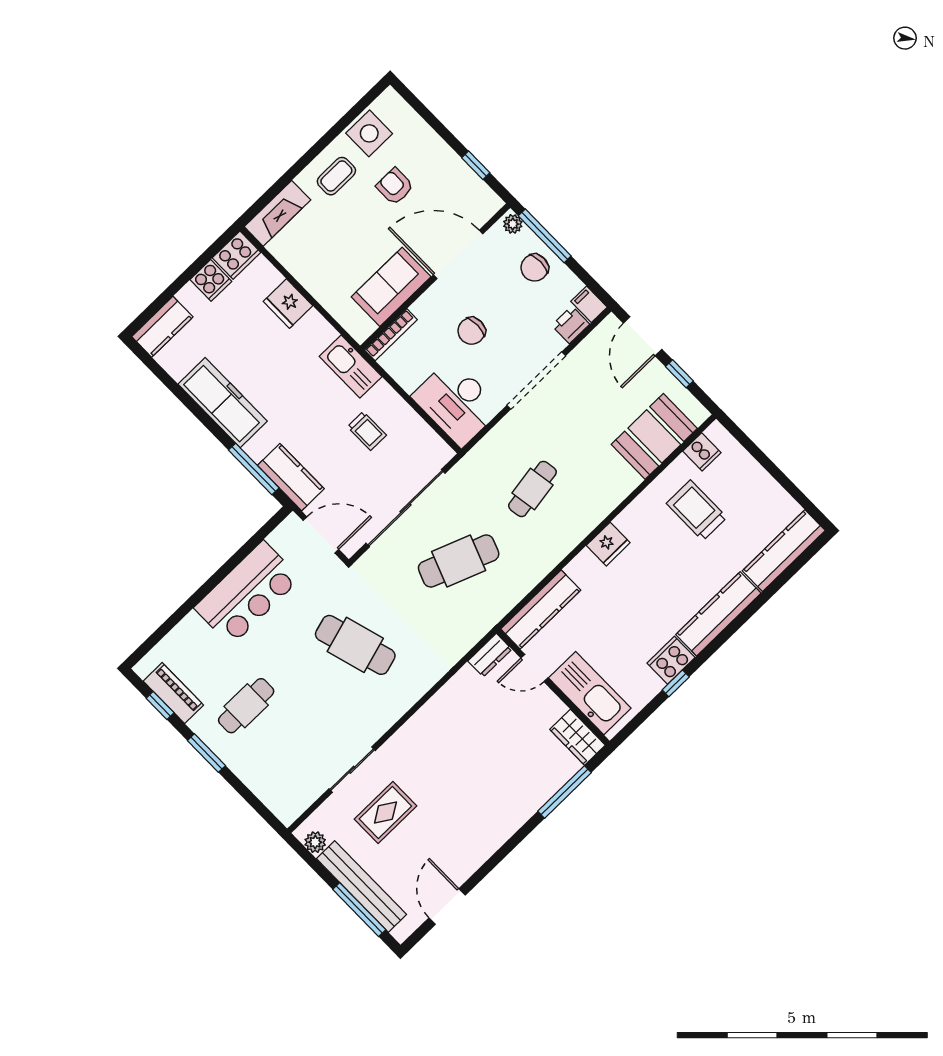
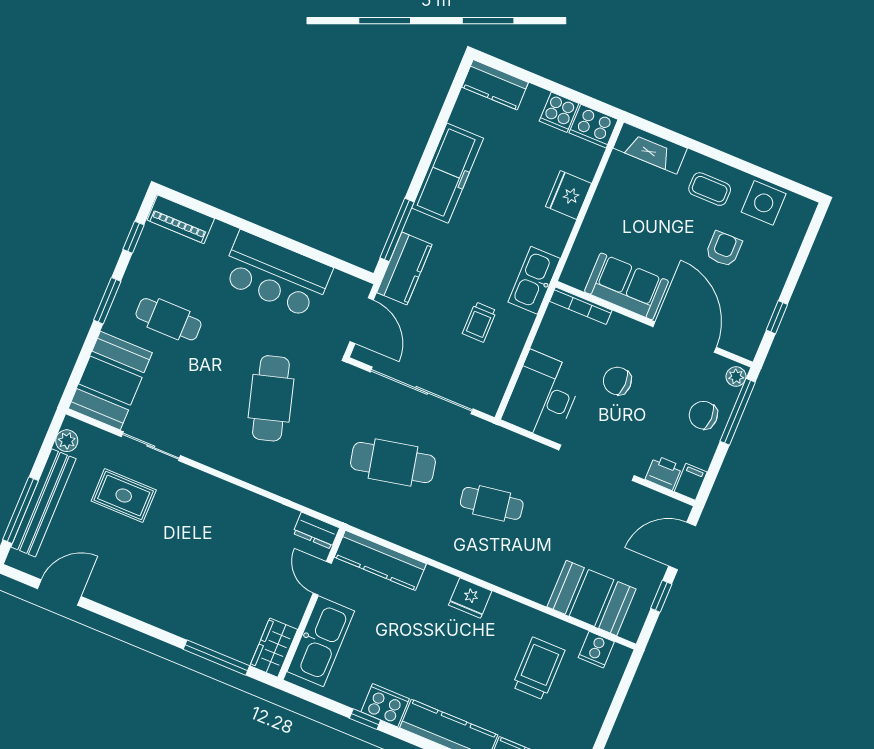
cafe table: (459, 561) -> (393, 462), turned -33
piano: (173, 693) -> (181, 219), moved, turned 90
booth: (278, 781) -> (110, 381), added

